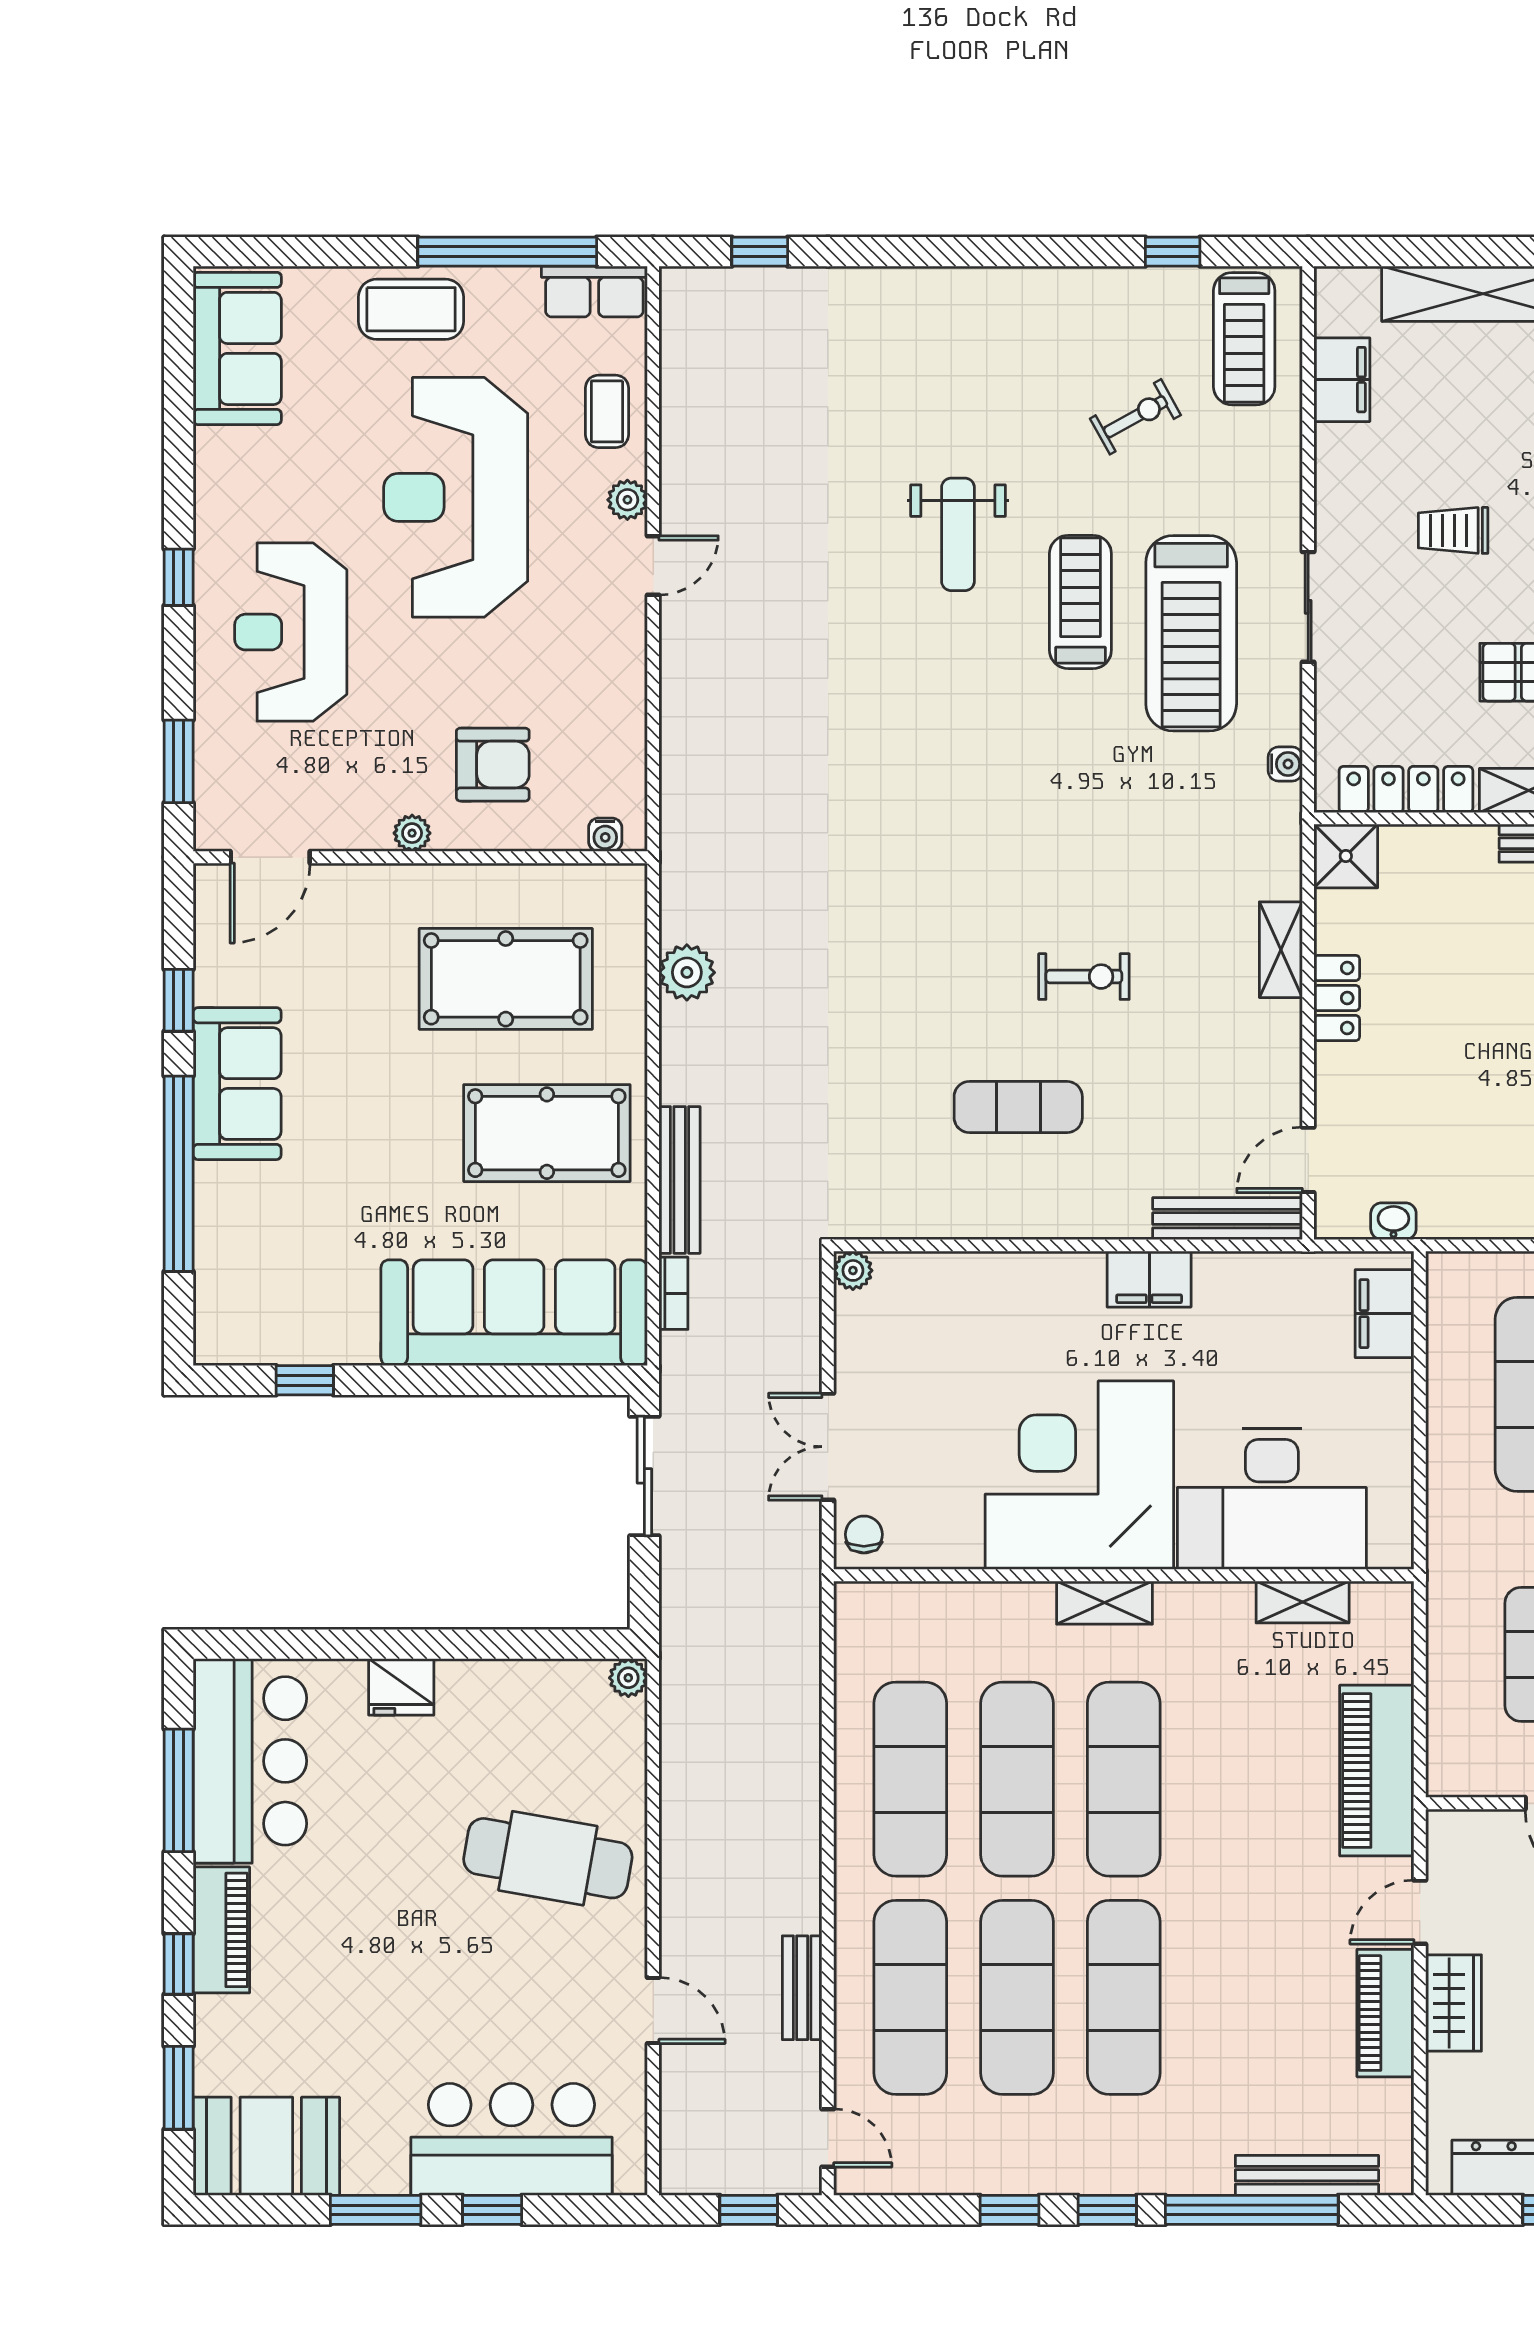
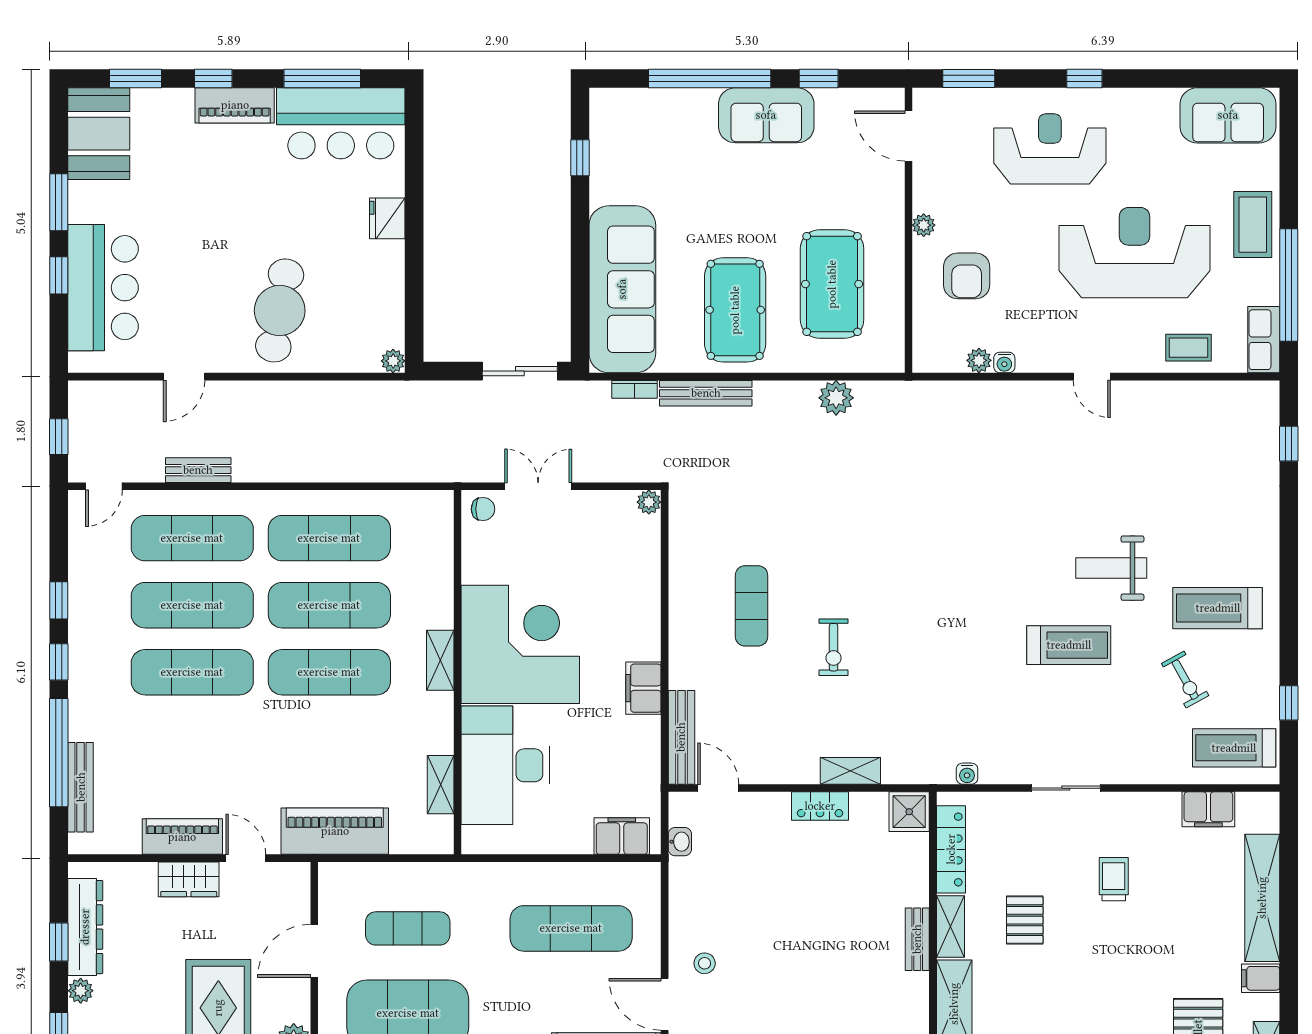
plant: (627, 500) -> (979, 360), moved
treadmill: (1191, 633) -> (1218, 608), moved, width x0.73, depth x0.73
water cooler: (605, 835) -> (1004, 362), moved, turned -90

